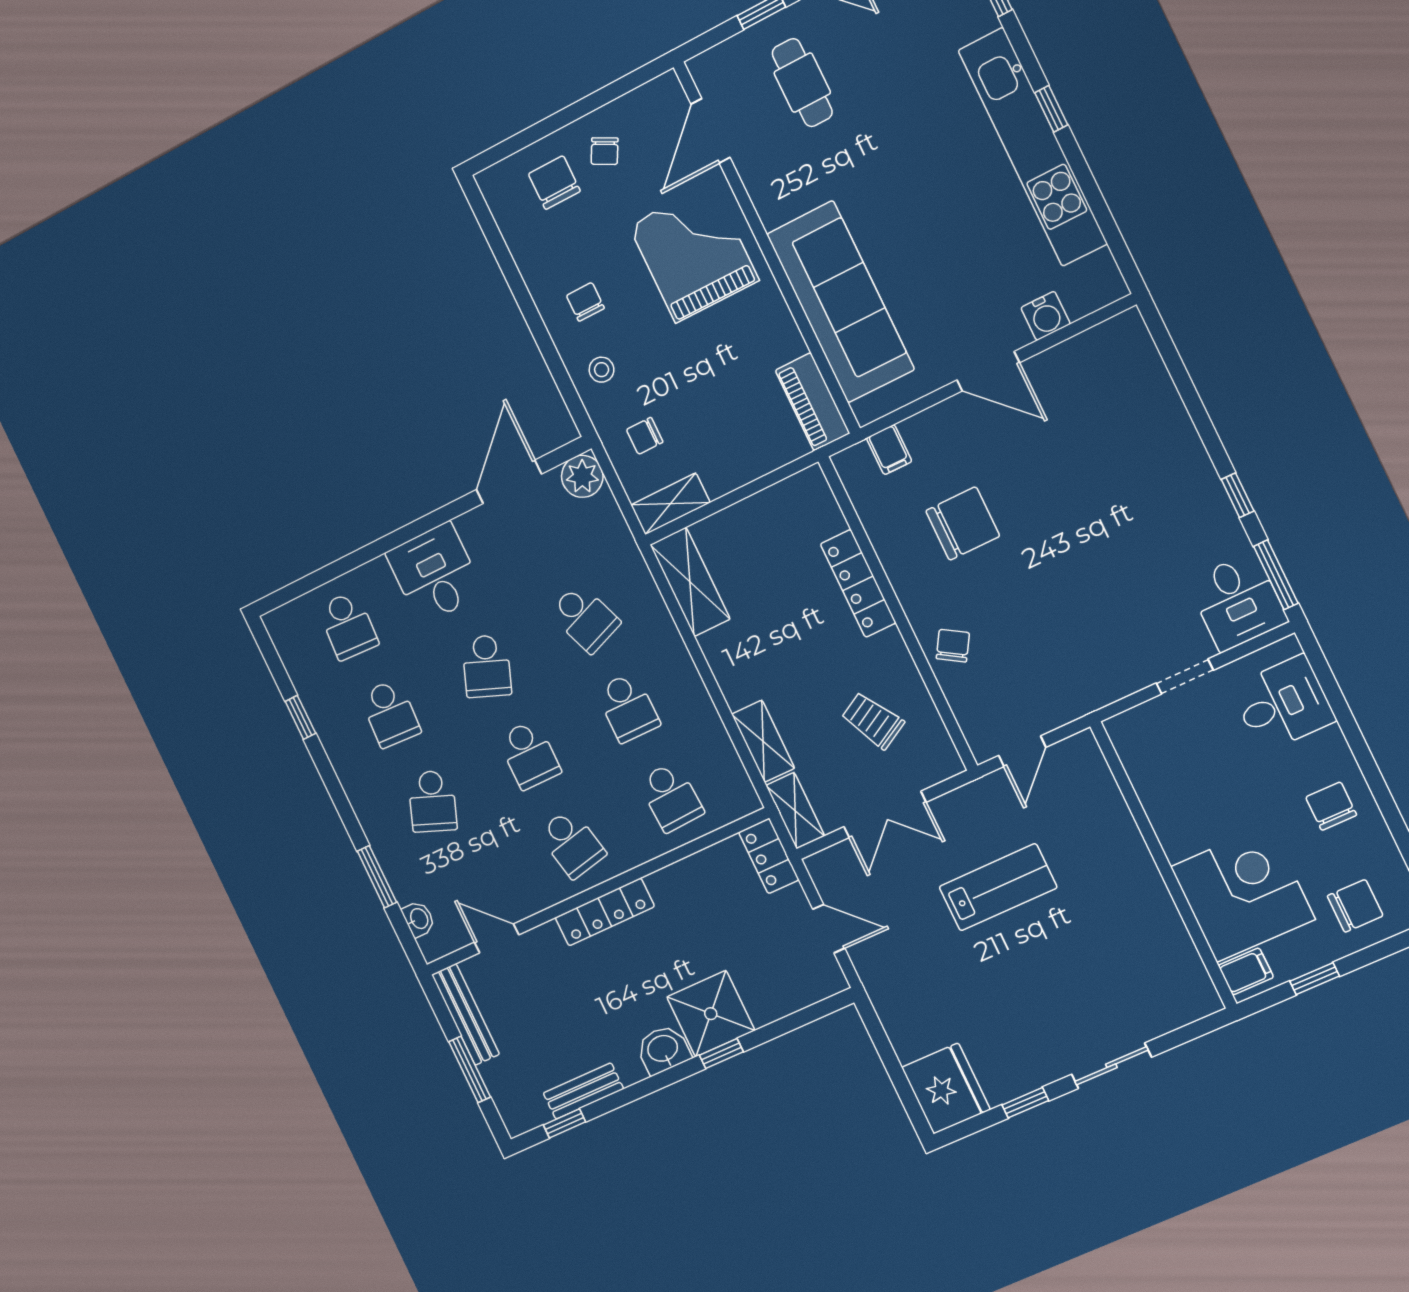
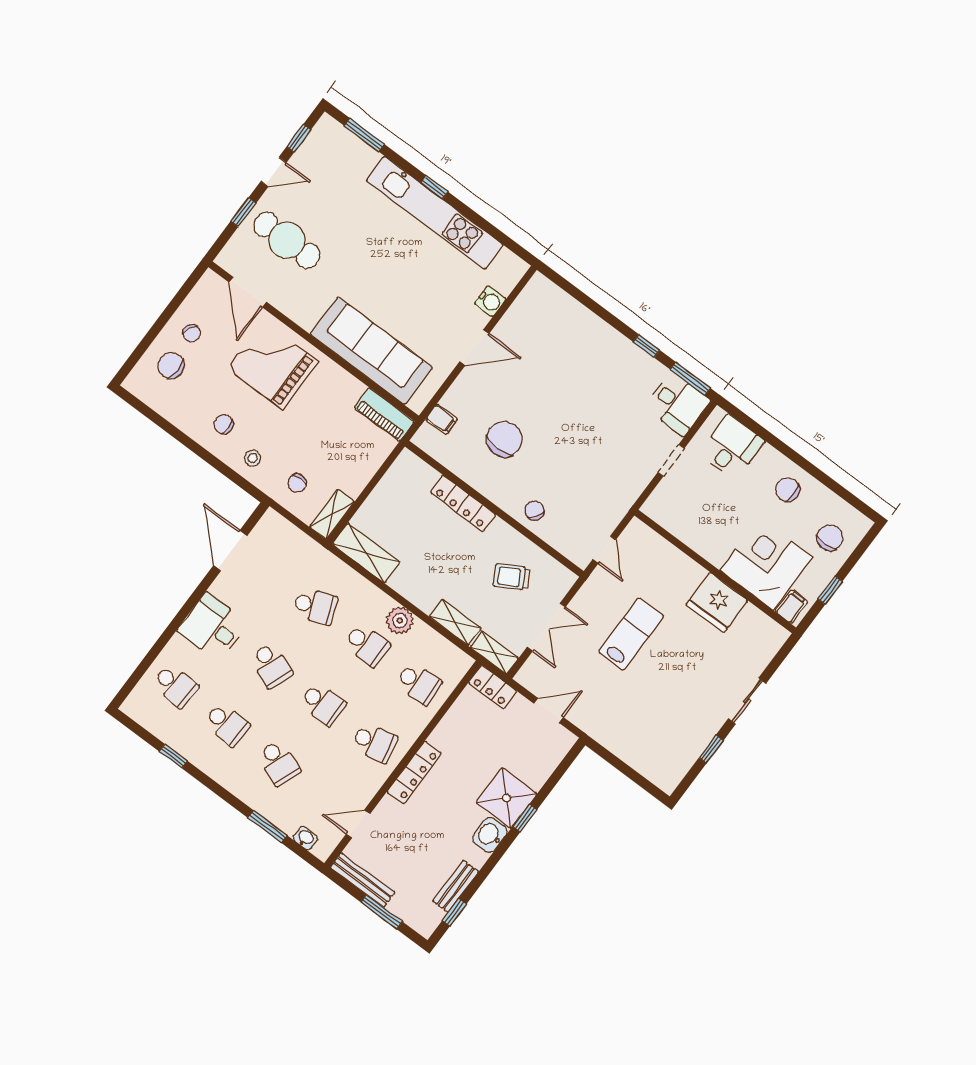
cafe table: (802, 83) -> (287, 240), width x1.37, depth x1.35
plant: (582, 476) -> (400, 621), moved
fridge: (946, 1088) -> (717, 603), moved, turned 180

